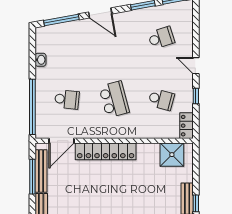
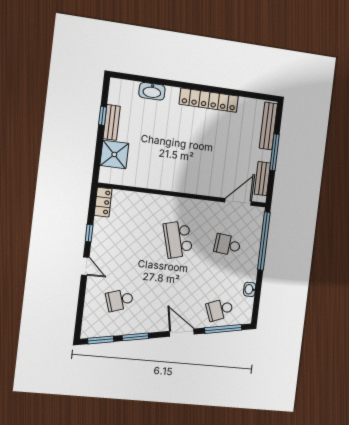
school desk: (161, 99) -> (220, 310), moved, turned -36
locker: (106, 151) -> (193, 185), removed
shower: (172, 155) -> (114, 154), moved
bench: (41, 171) -> (262, 179), width x0.73
window: (32, 177) -> (274, 152), moved

